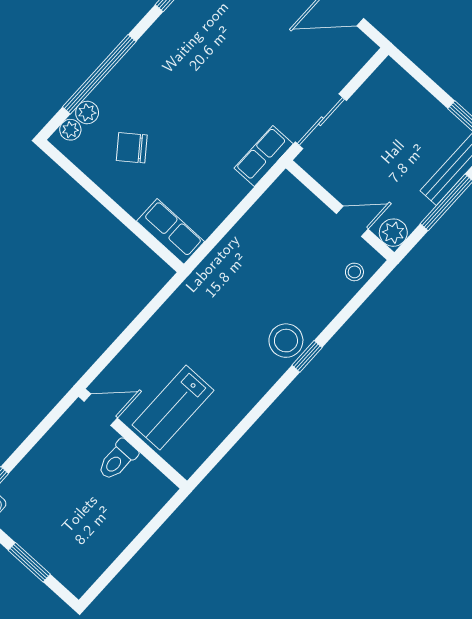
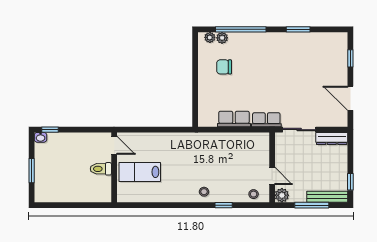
dresser: (377, 86) -> (332, 139), added
chair: (132, 148) -> (224, 67), turned -53
row of seats: (171, 231) -> (234, 119), moved, turned -90
stool: (286, 341) -> (204, 192), width x0.53, depth x0.53
window: (307, 356) -> (224, 205), moved

